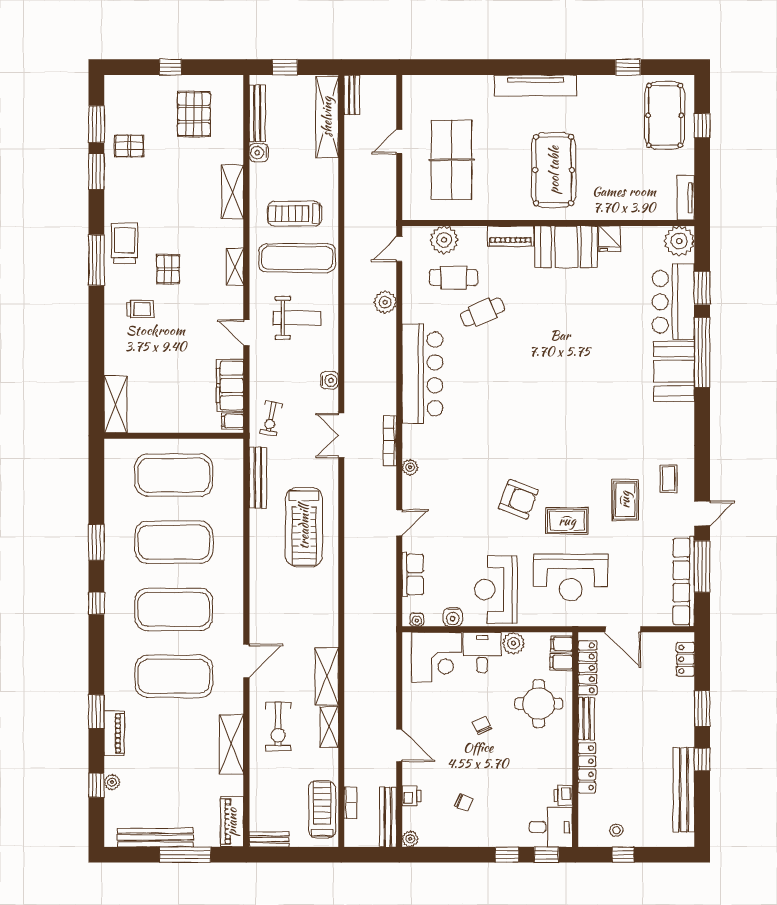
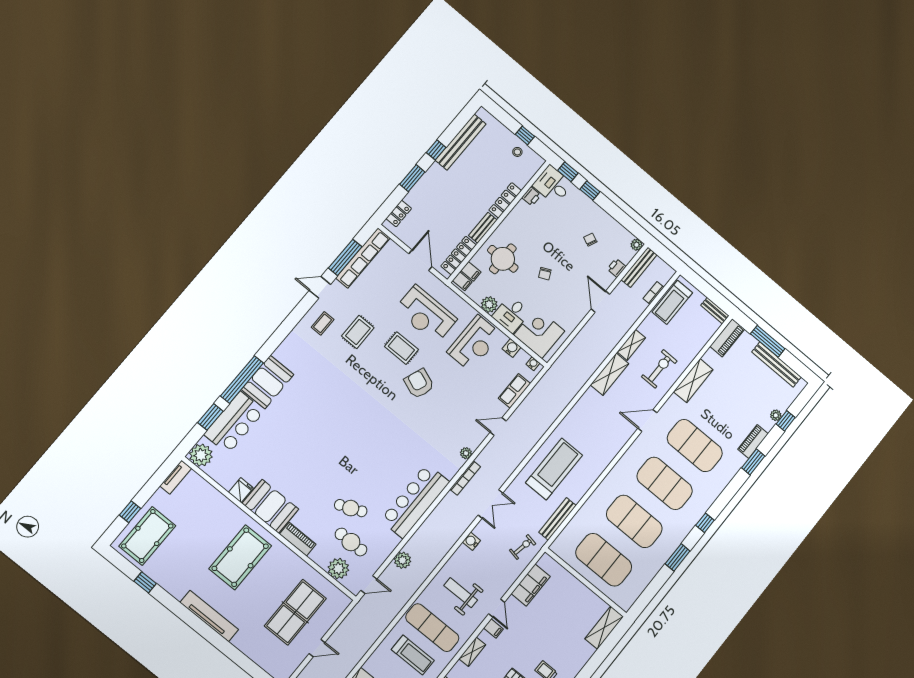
filing cabinet: (233, 421) -> (493, 628), moved
reception desk: (571, 577) -> (426, 314), turned 180

